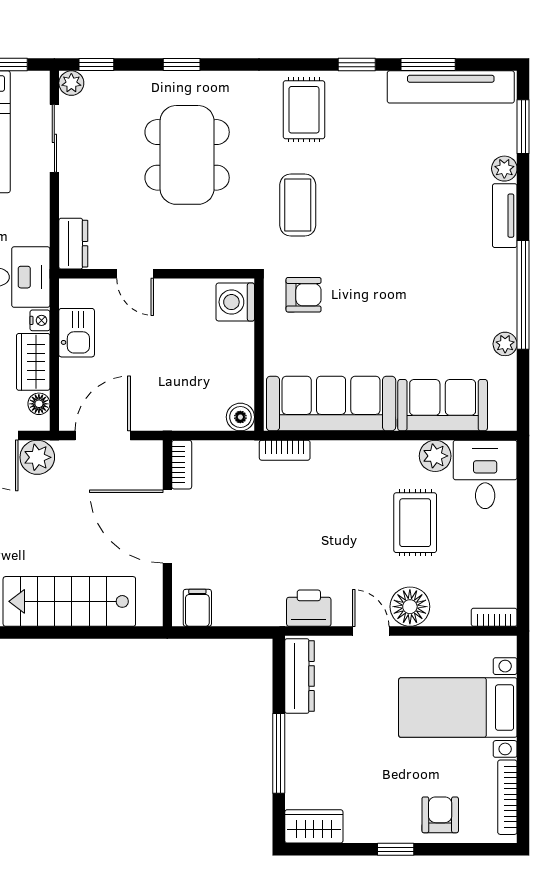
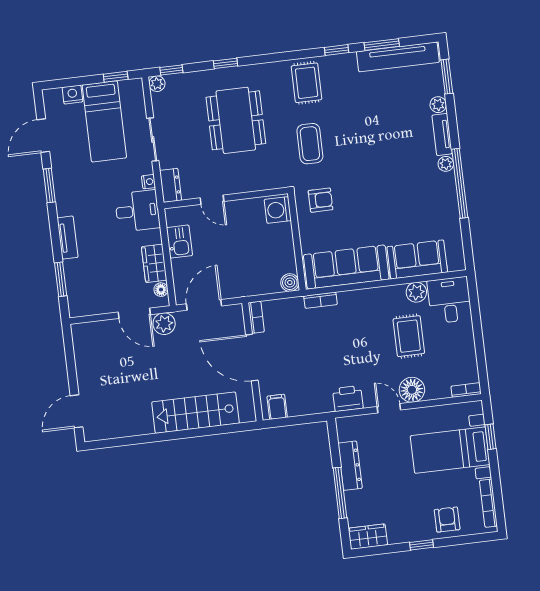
sliding door: (54, 138) -> (153, 139), moved
nightstand: (40, 320) -> (149, 182), moved
plant: (505, 344) -> (446, 164), moved
dresser: (300, 676) -> (350, 466), moved
window: (523, 694) -> (490, 437), added

